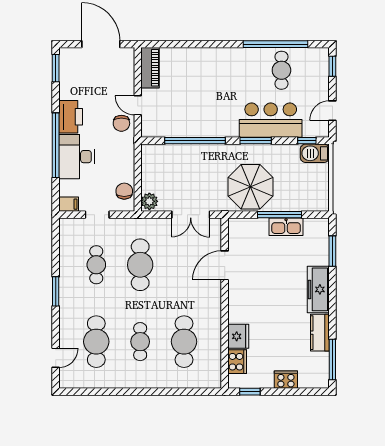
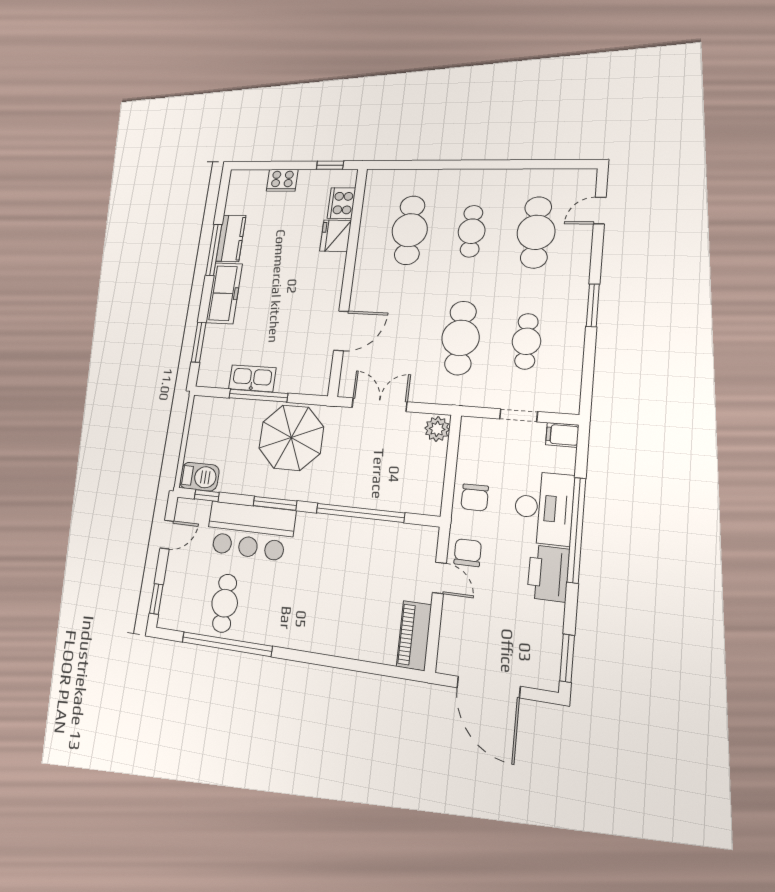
chair: (124, 191) -> (475, 497), moved
window: (332, 359) -> (214, 250), moved

